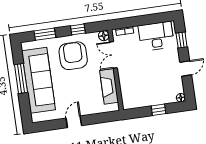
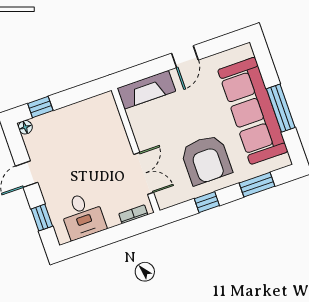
floor lamp: (104, 36) -> (165, 200), removed
desk: (156, 36) -> (83, 216), width x0.73
fireplace: (109, 86) -> (146, 90), moved, turned 90
window: (158, 110) -> (40, 107), moved

